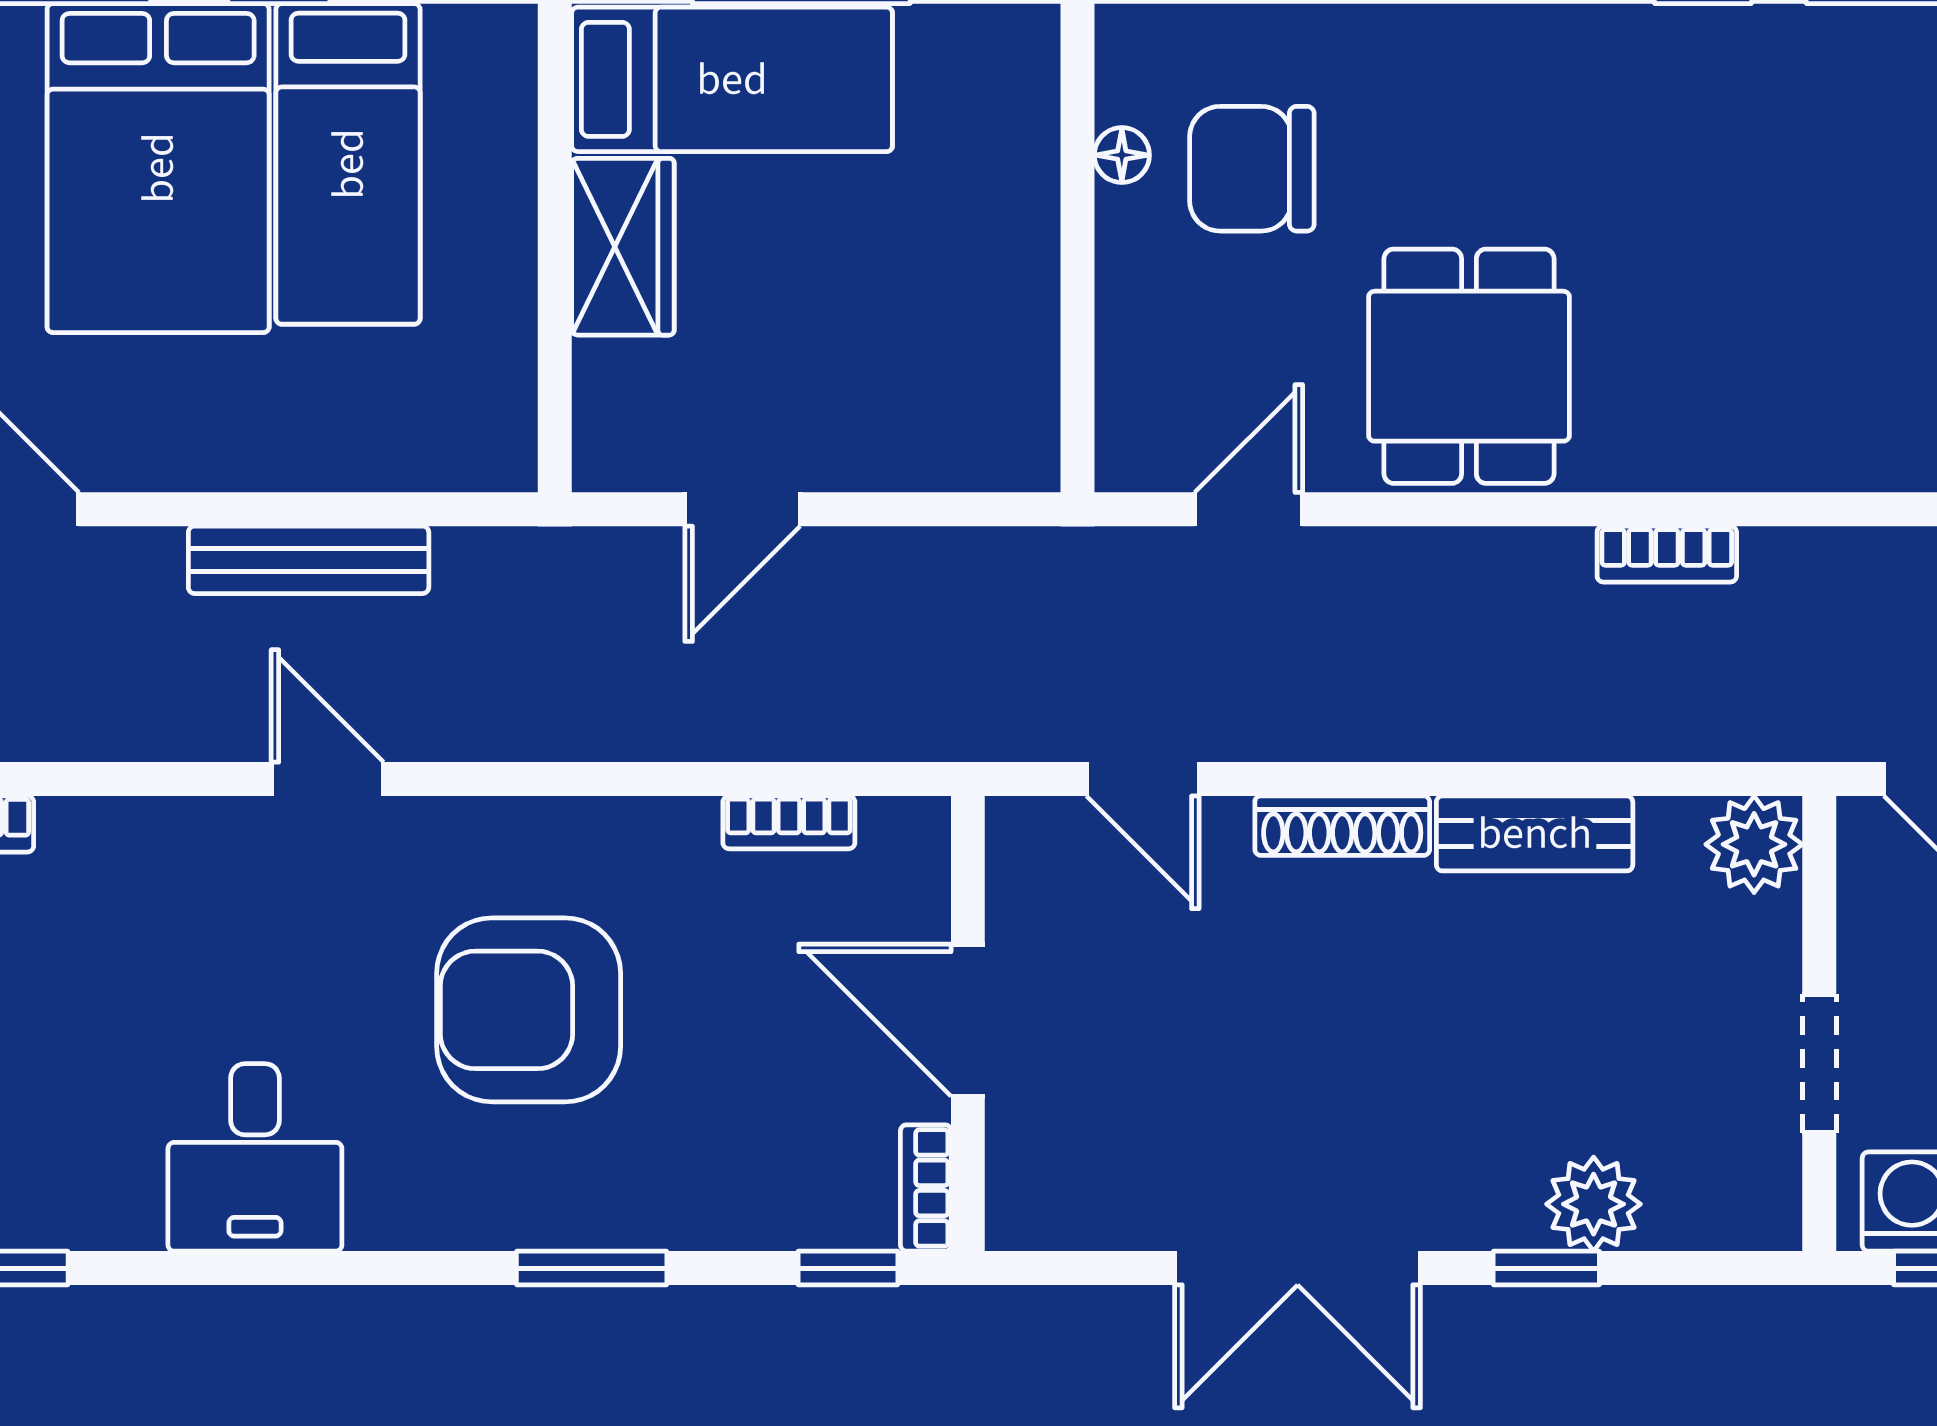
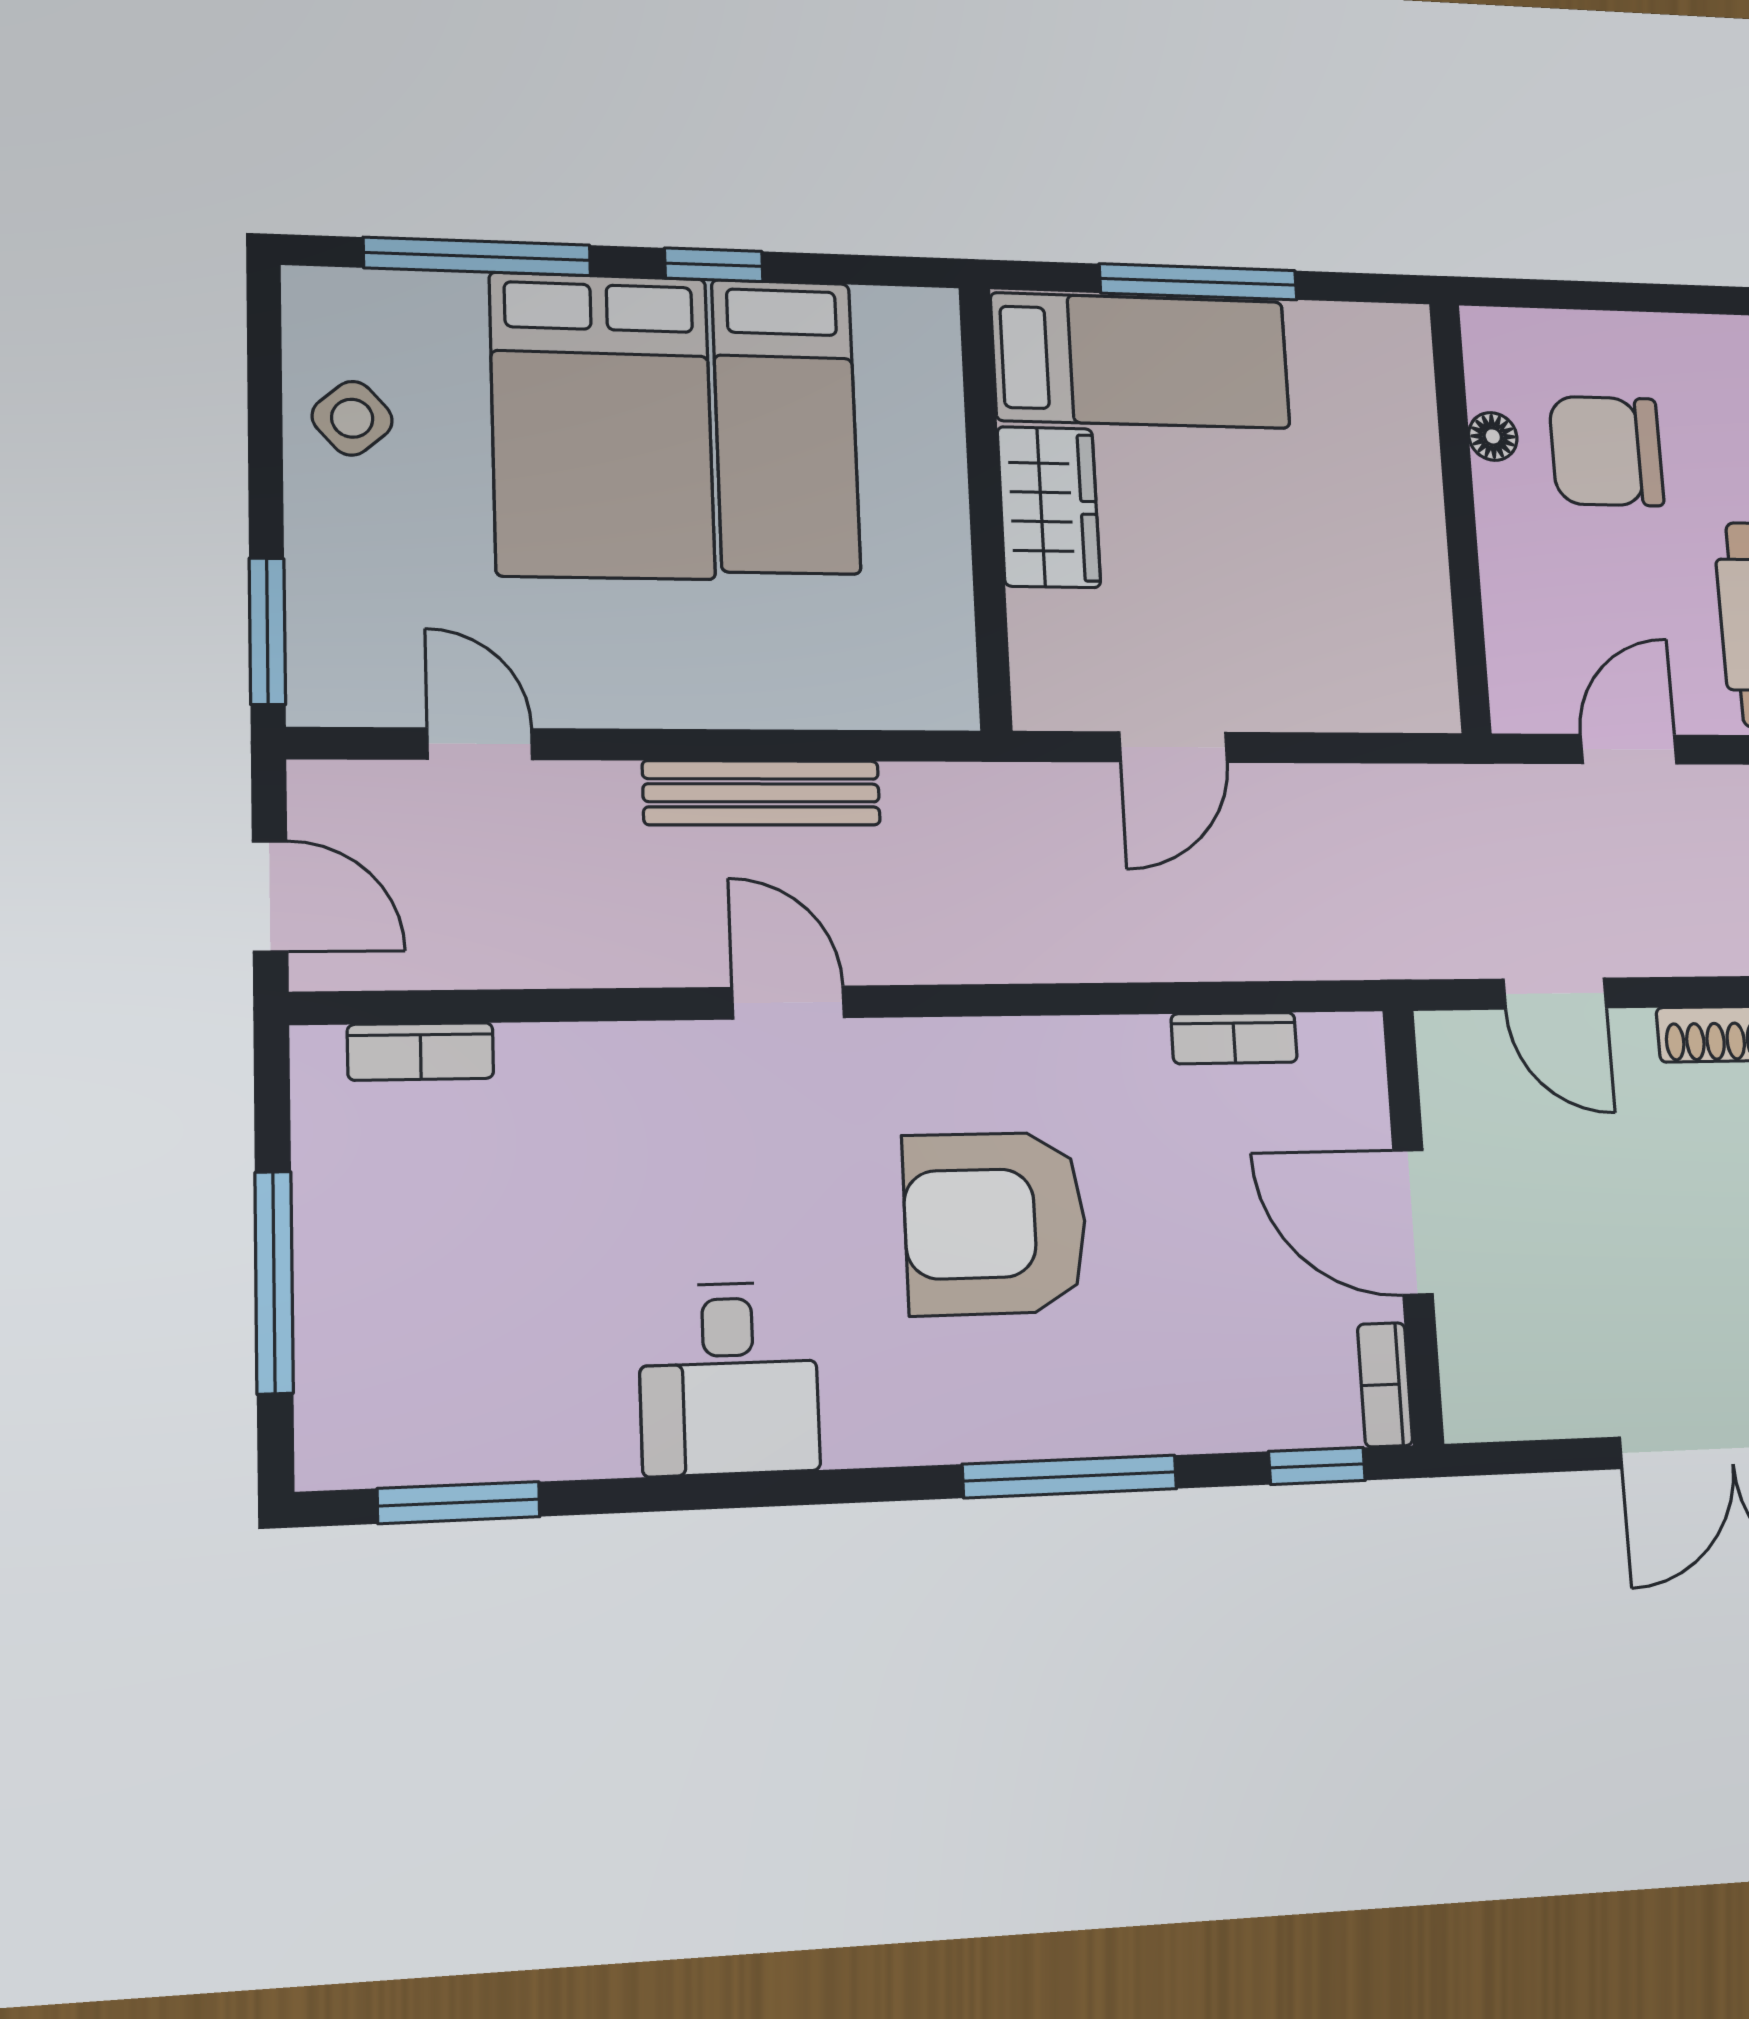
window: (592, 1268) -> (1070, 1476), width x1.44

